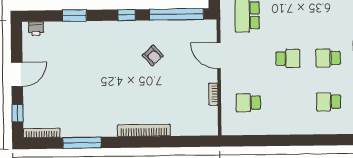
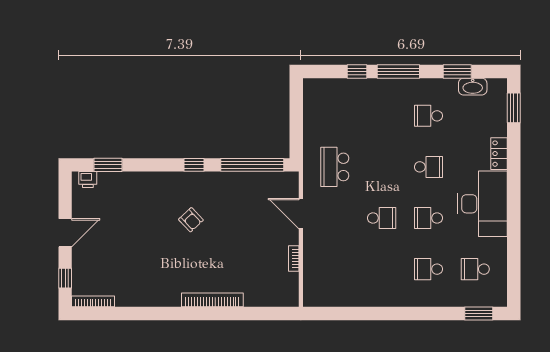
window: (74, 16) -> (108, 165), moved
armchair: (153, 55) -> (191, 220), moved
school desk: (248, 103) -> (428, 167), moved, turned 180
window: (82, 143) -> (140, 313), removed

